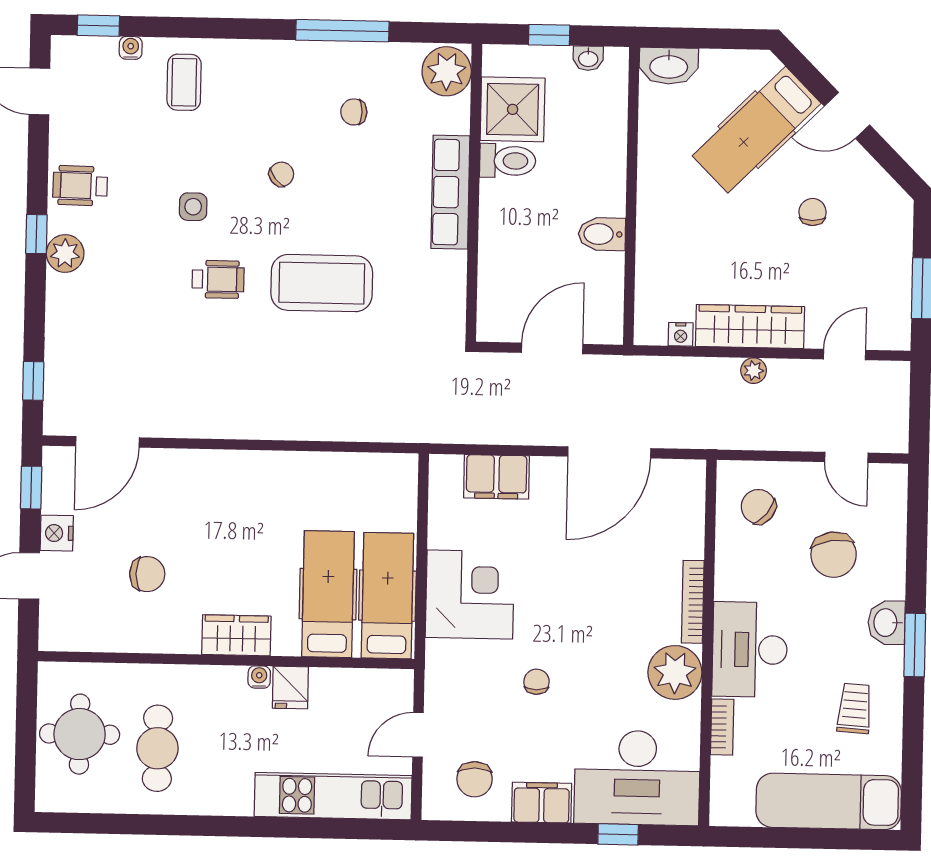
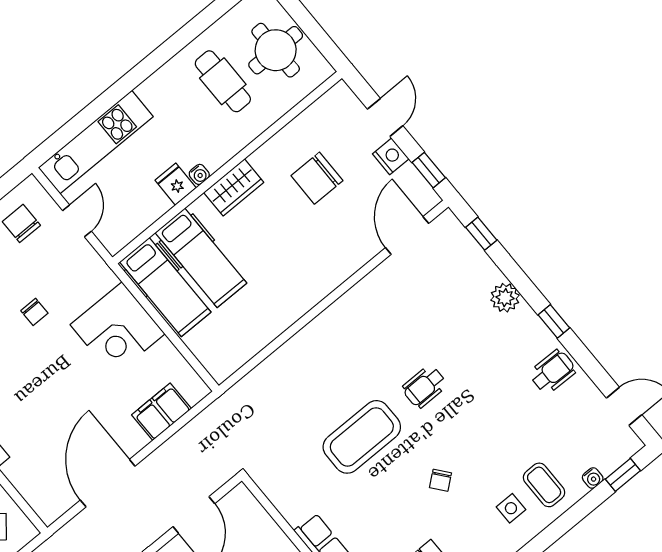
side table: (193, 207) -> (511, 508), moved
plant: (65, 253) -> (505, 298), moved
chair: (147, 574) -> (317, 178), width x1.37, depth x1.37

